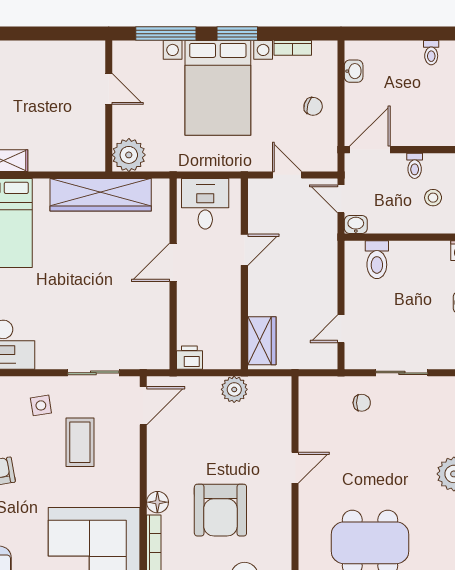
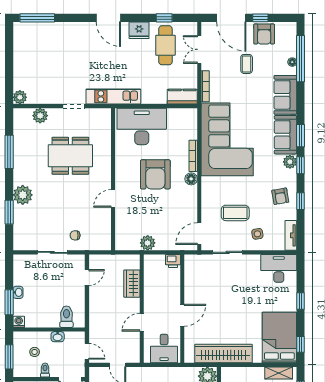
washbasin: (356, 224) -> (58, 337), moved
wardrobe: (262, 341) -> (132, 284), moved
coffee table: (80, 442) -> (235, 213), turned 90
armchair: (220, 510) -> (155, 174), turned 180

